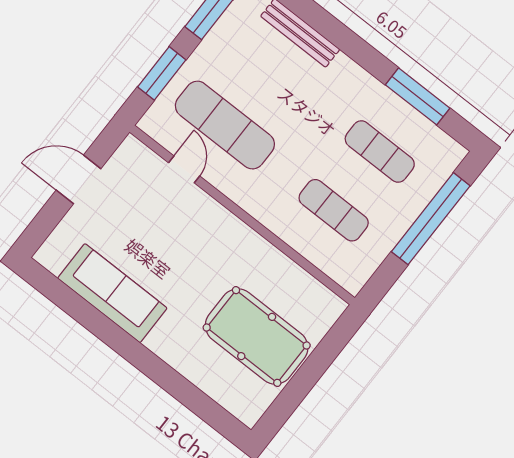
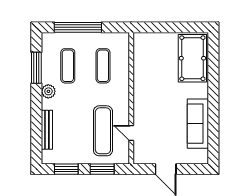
plant: (362, 86) -> (48, 91), added
door: (184, 169) -> (131, 133), hinge flipped
pool table: (257, 337) -> (192, 58), moved

